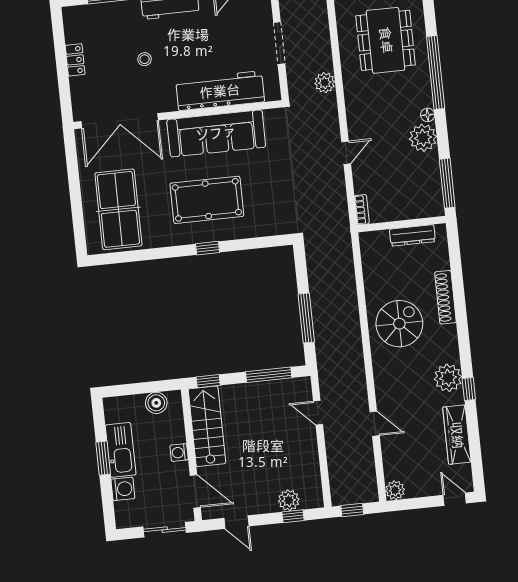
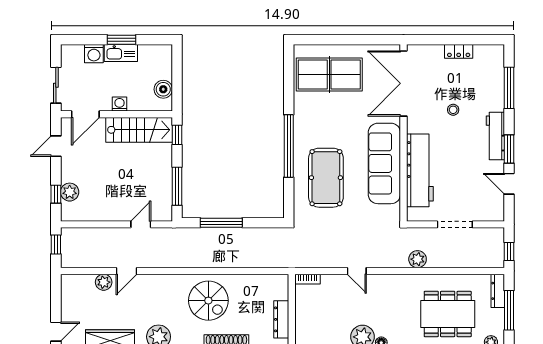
pool table: (207, 200) -> (326, 178), moved
window: (208, 248) -> (289, 146), width x3.17
kitchen sink: (121, 450) -> (121, 53), width x0.73, depth x0.81
plant: (395, 490) -> (104, 282), moved

